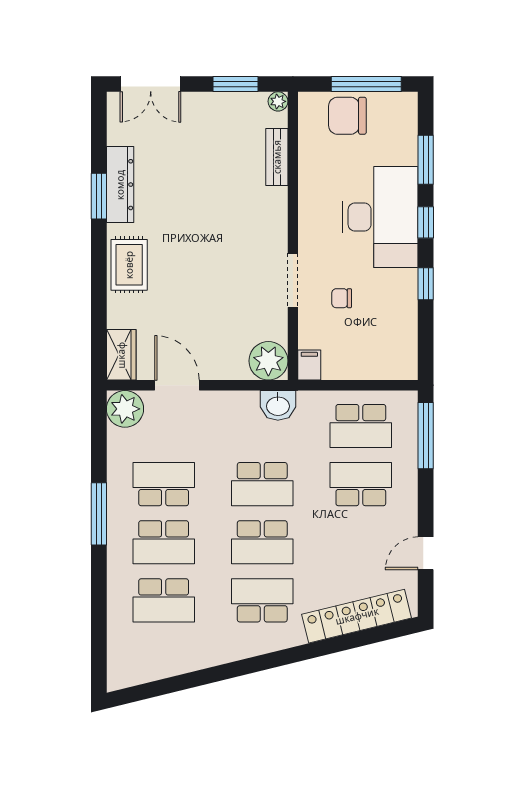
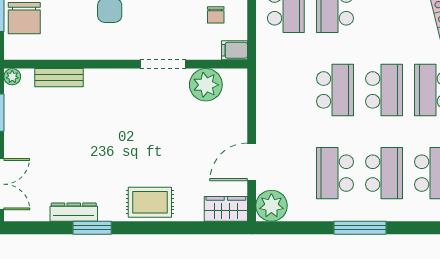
dresser: (120, 185) -> (74, 212), width x0.73, depth x0.80
chair: (342, 298) -> (216, 15), moved
plant: (268, 361) -> (206, 85), moved
washbasin: (278, 405) -> (269, 77), removed

